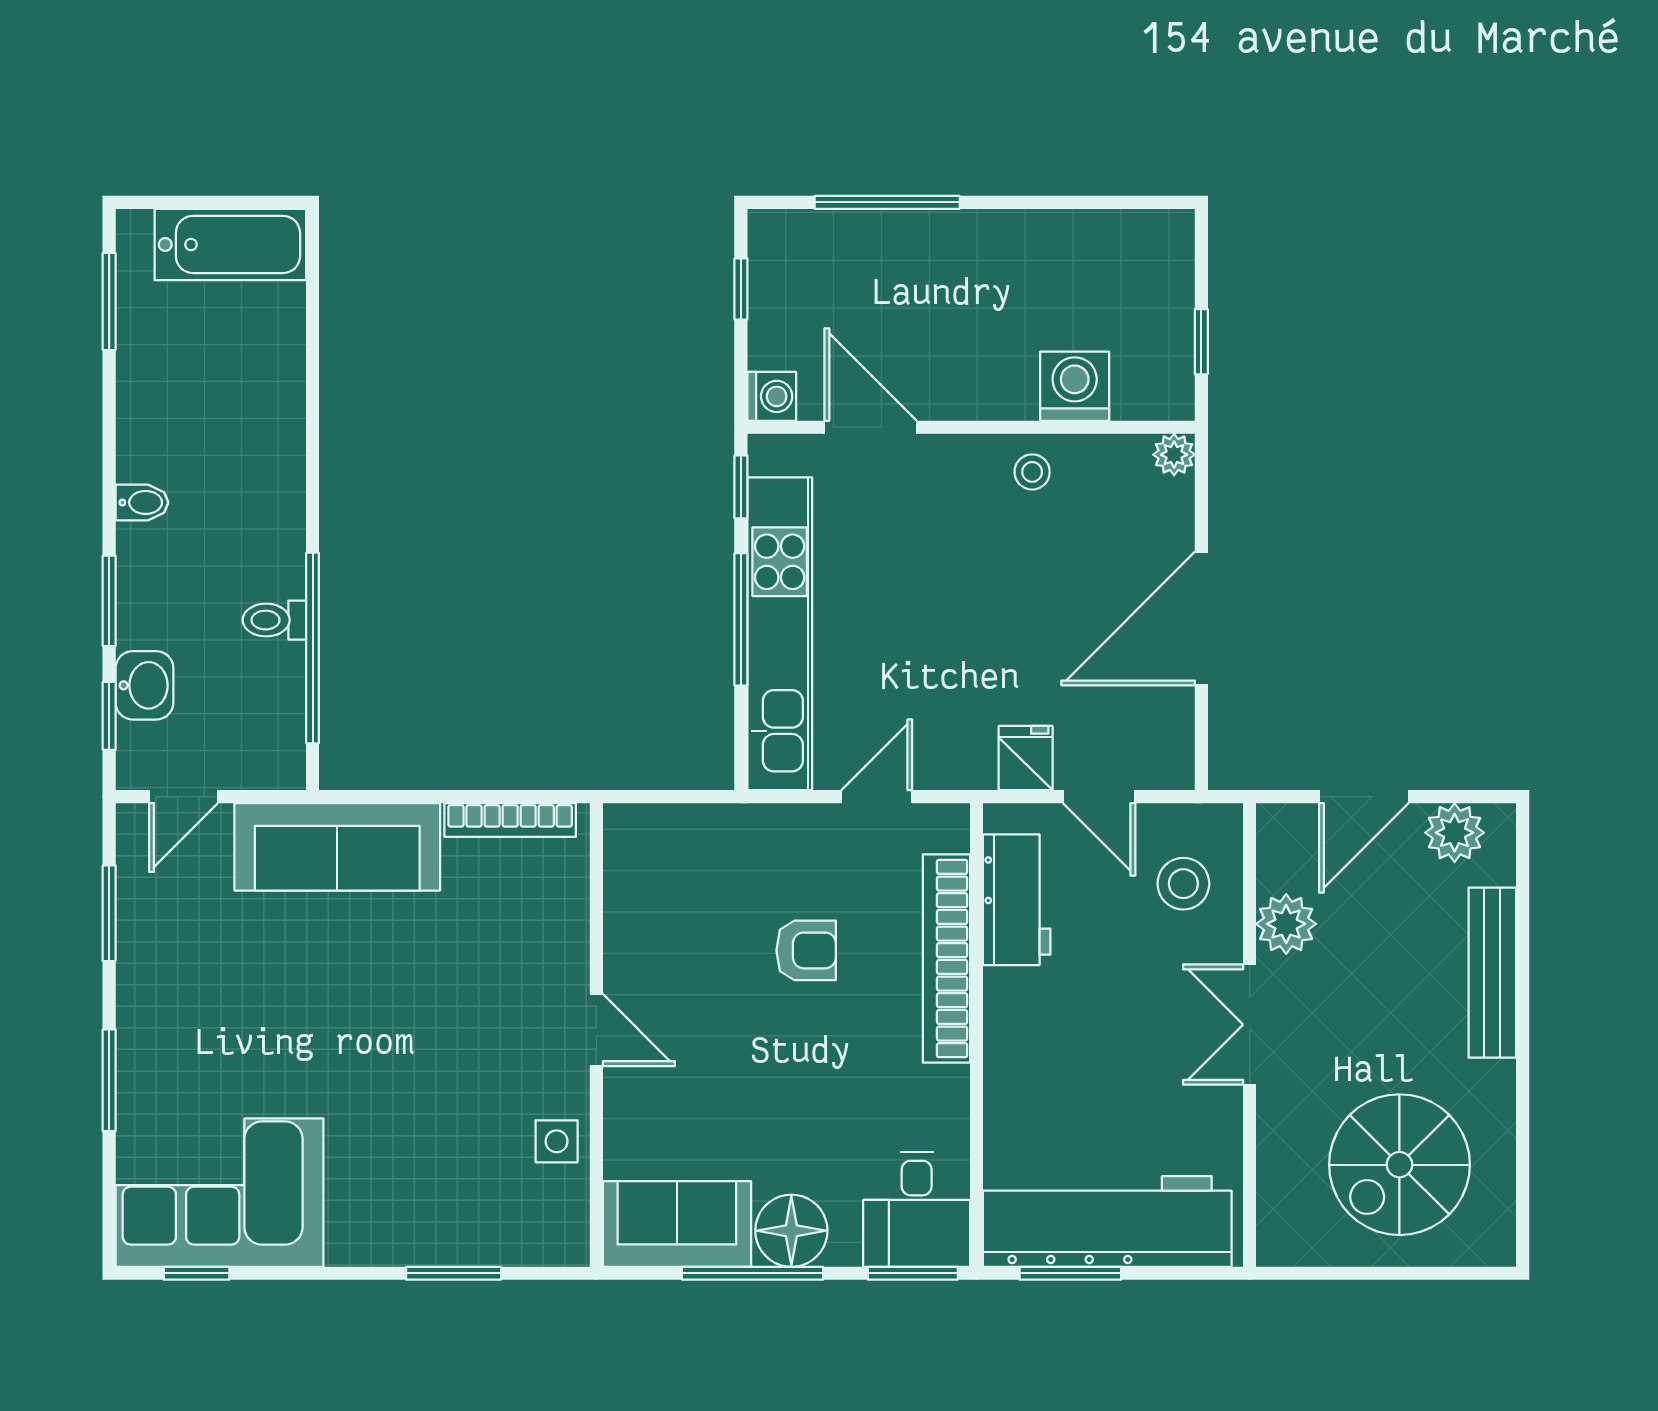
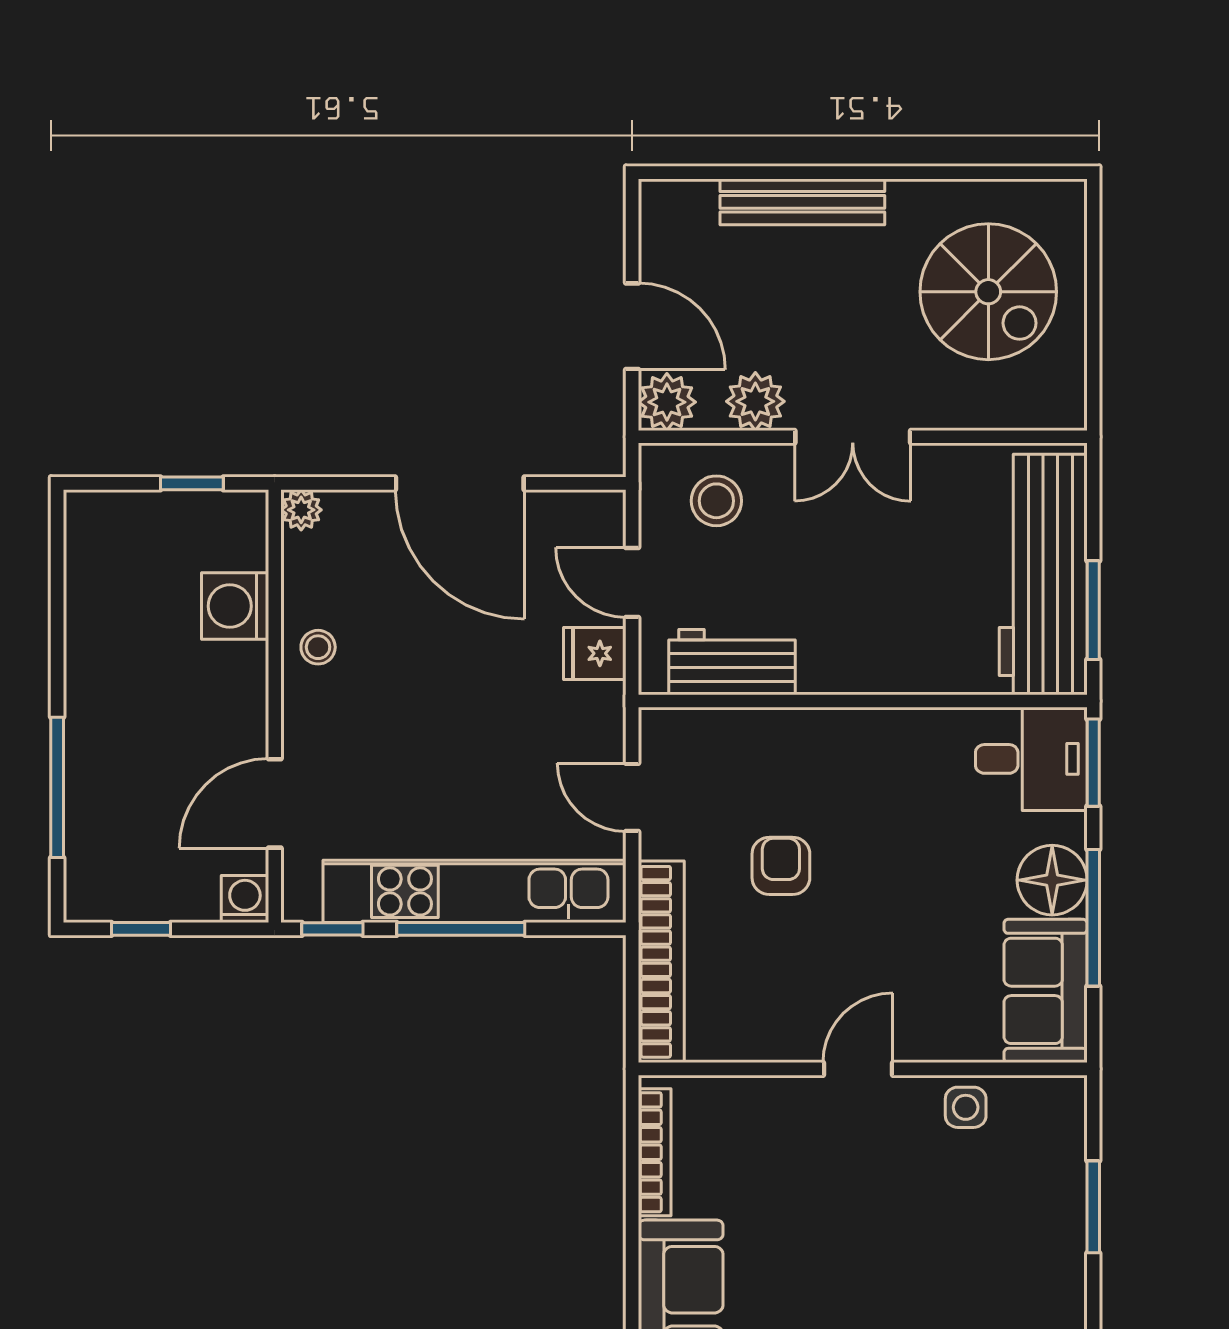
door: (1099, 797) -> (632, 582), swing flipped
plant: (1455, 833) -> (667, 402), moved
bookcase: (946, 959) -> (661, 962), moved, turned -90

